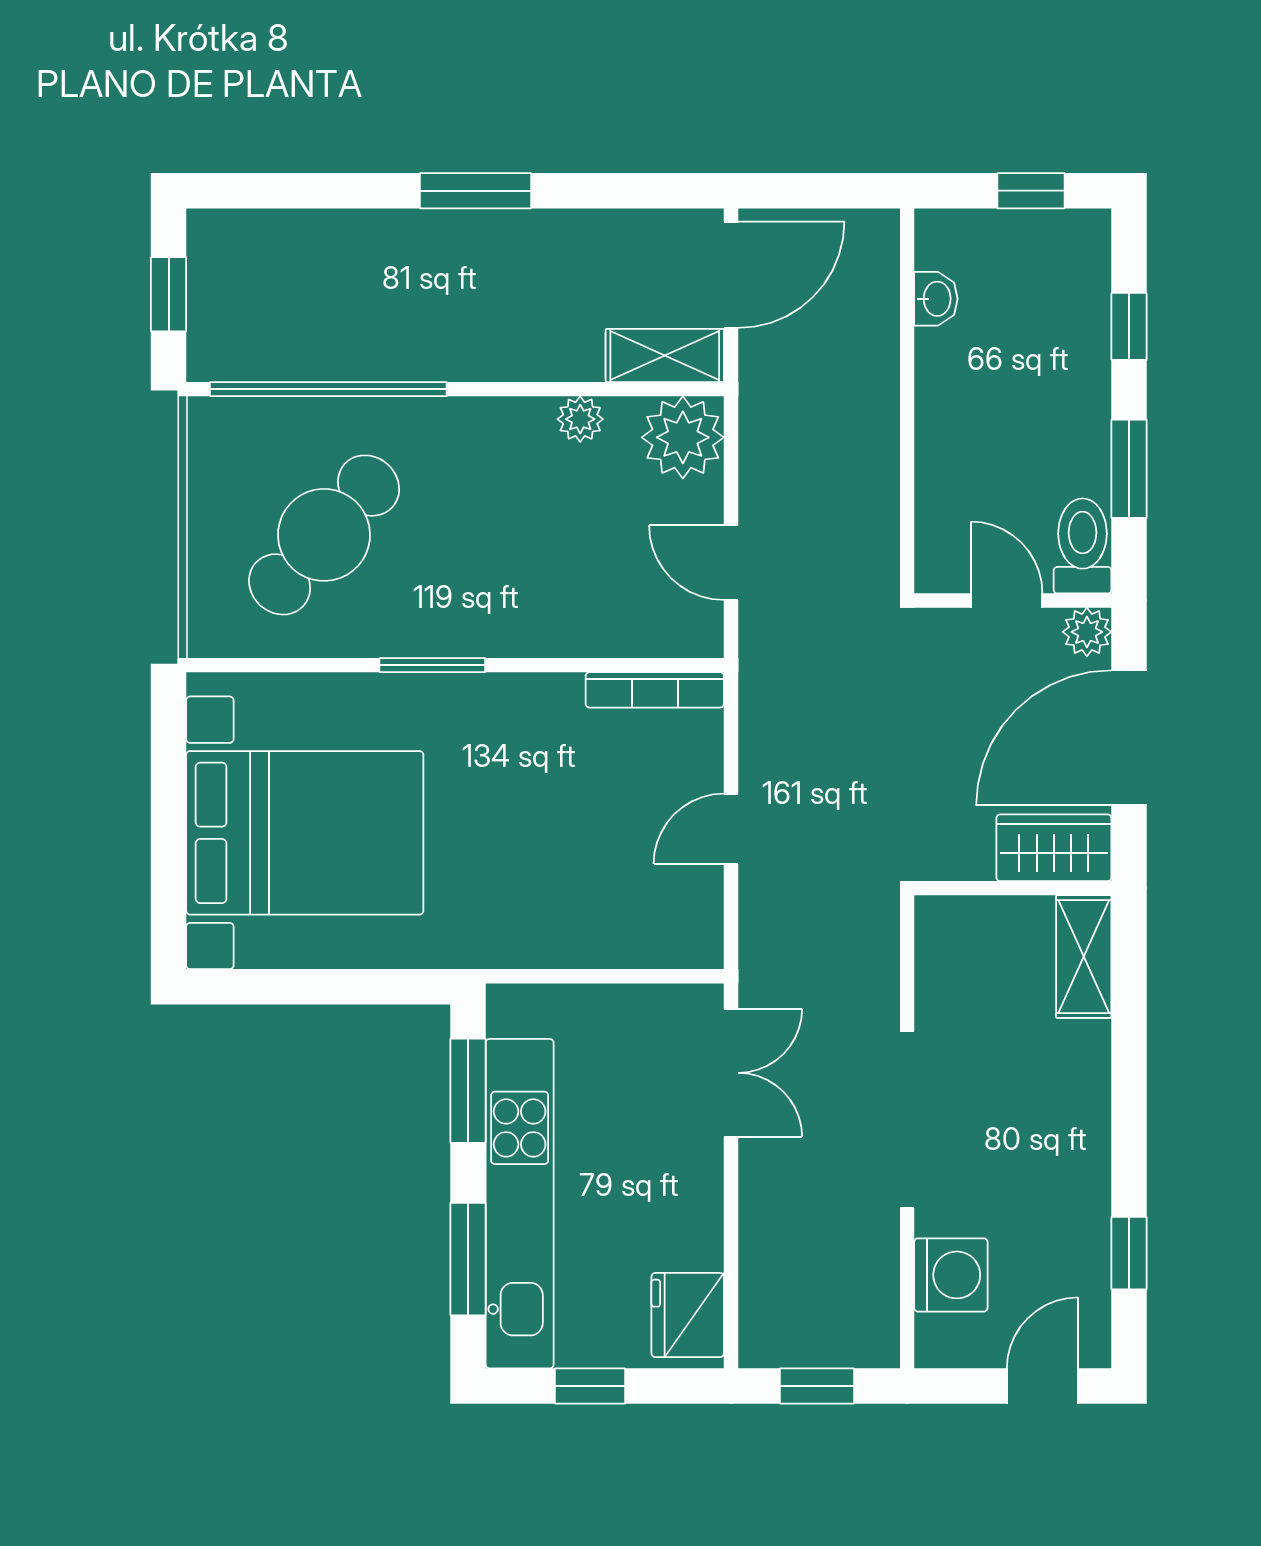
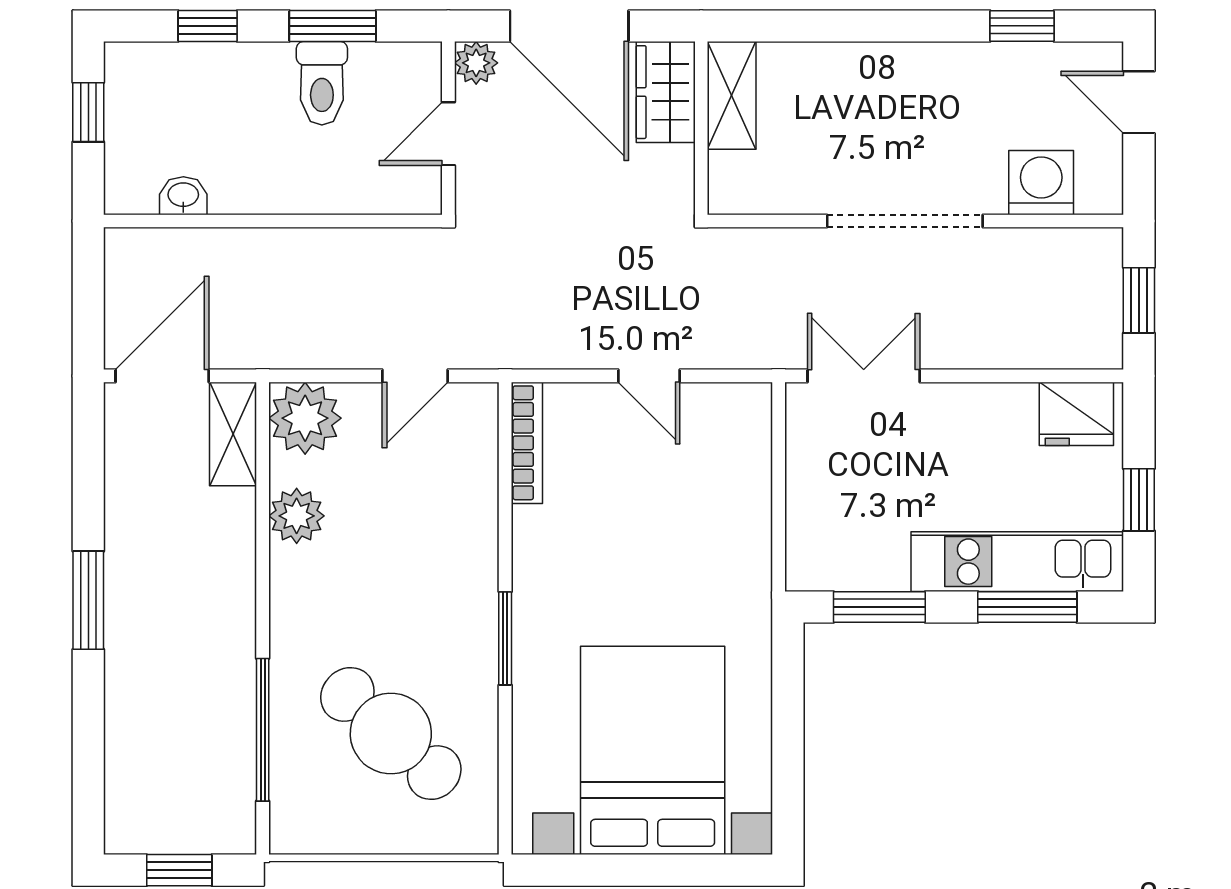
door: (731, 275) -> (162, 376), hinge flipped
window: (328, 389) -> (263, 730), width x0.68
plant: (580, 419) -> (297, 516), width x1.38, depth x1.38
toilet: (1083, 546) -> (322, 83), moved, turned -90
shelving: (1084, 957) -> (732, 95), moved, turned 90
kitchen unit: (520, 1204) -> (1017, 562), width x0.73

